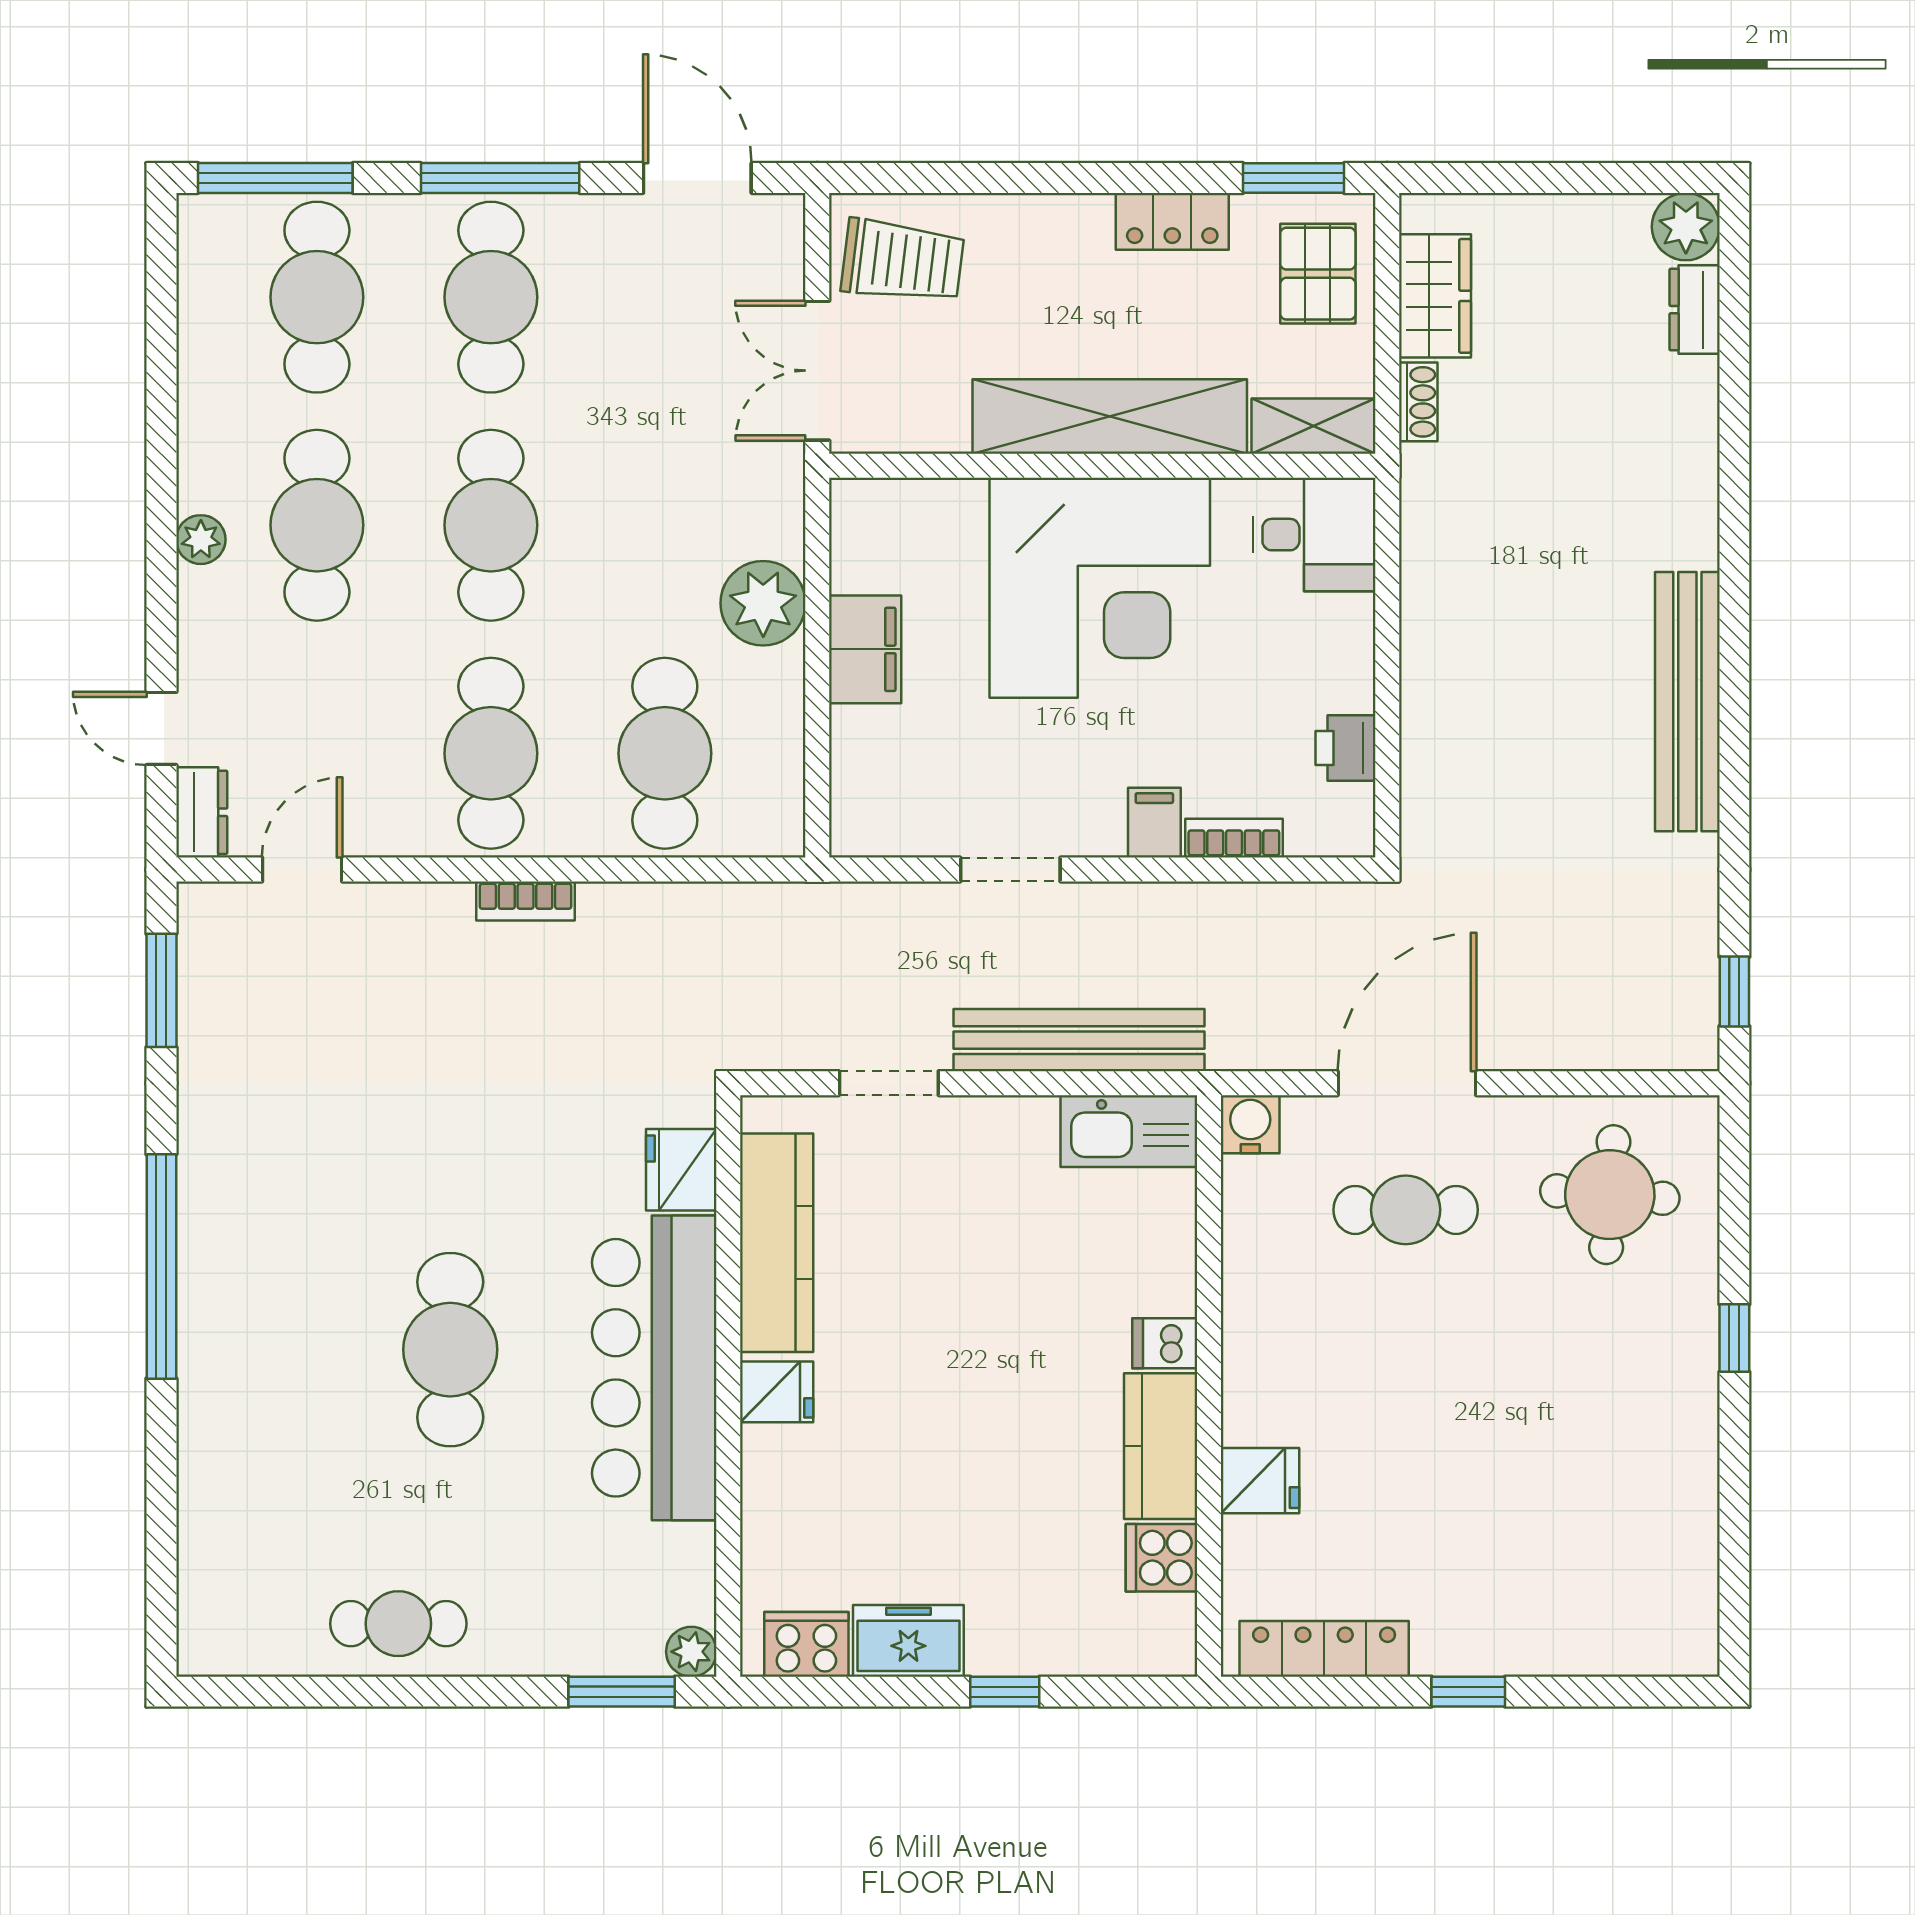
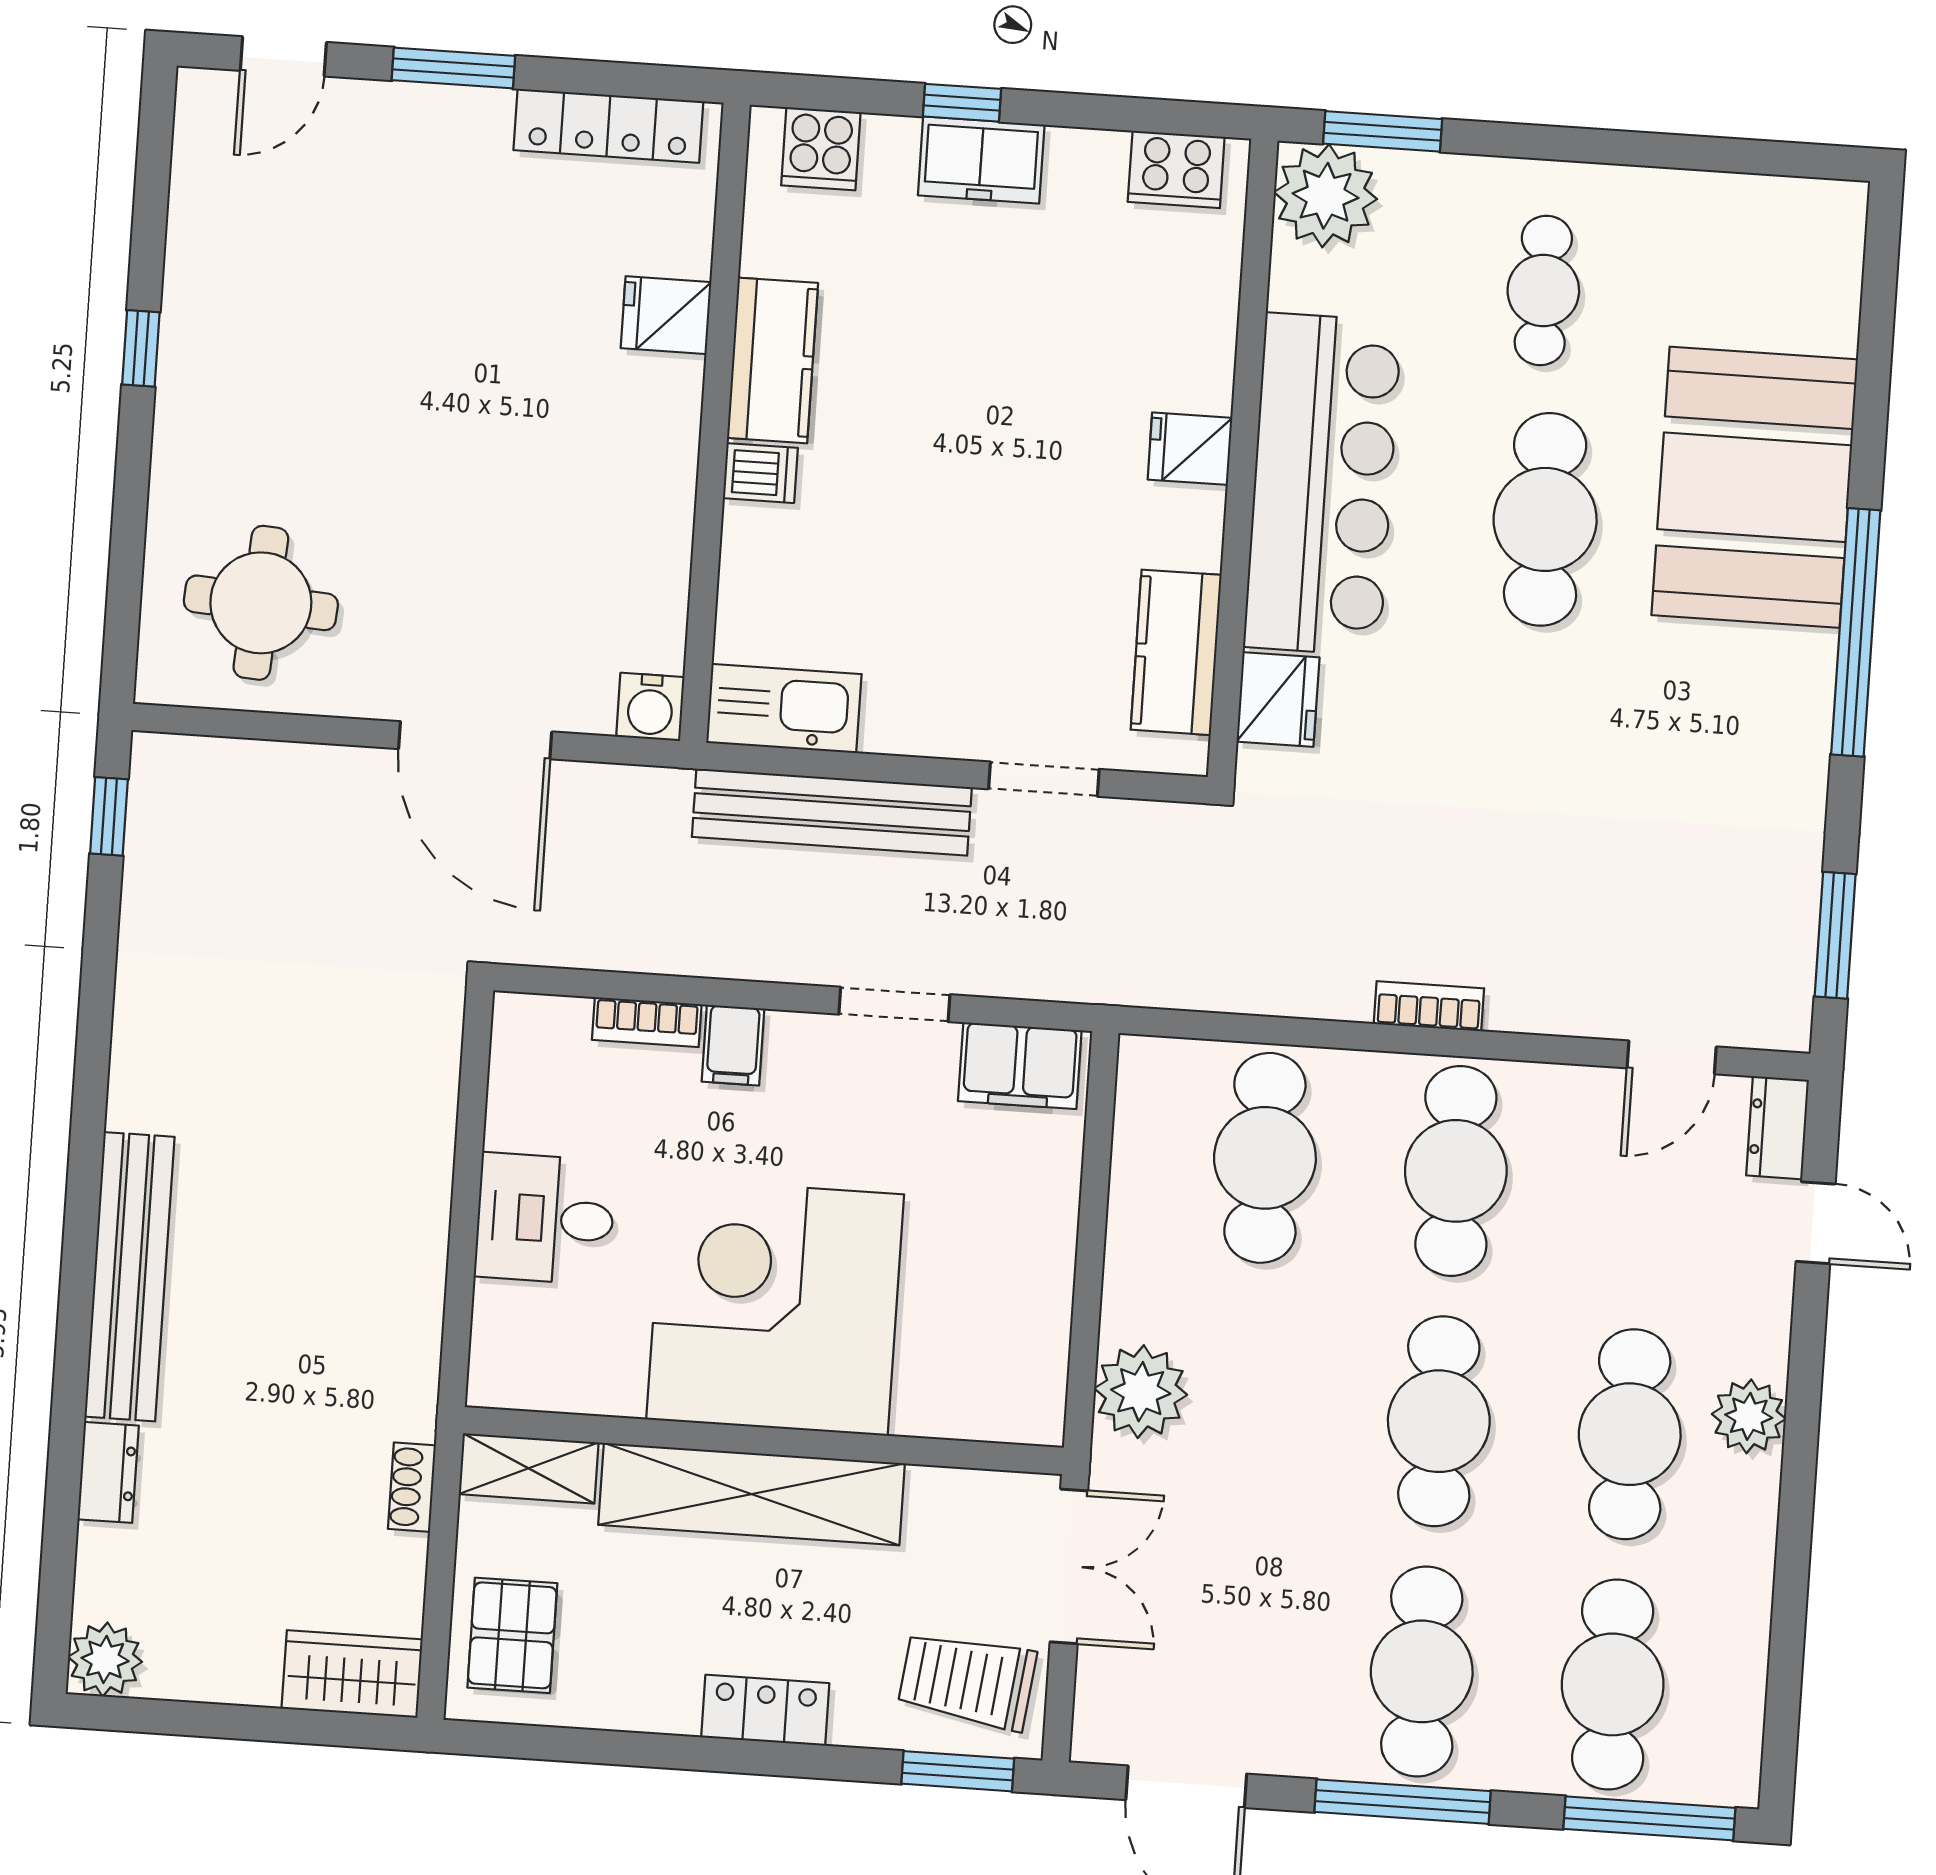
window: (1294, 178) -> (958, 1771), moved
locker: (1172, 221) -> (765, 1710), moved
wardrobe: (1435, 296) -> (352, 1674), moved, turned 90
dresser: (1695, 310) -> (108, 1472), moved
desk: (1314, 535) -> (545, 1219), moved
plant: (201, 540) -> (1749, 1416), width x1.38, depth x1.38
plant: (763, 603) -> (1141, 1392), moved
filing cabinet: (865, 649) -> (1020, 1066), moved, turned -90
bench: (1687, 702) -> (129, 1277), moved
printer: (1345, 748) -> (518, 1113), removed
door: (1407, 1083) -> (475, 740), hinge flipped
cafe table: (1406, 1210) -> (486, 601), removed
kitchen counter: (777, 1243) -> (1176, 652), width x0.67
window: (1734, 1338) -> (141, 348), moved
booth: (262, 1392) -> (1755, 487), added
cooker: (1162, 1558) -> (821, 149), moved, turned 90
cafe table: (398, 1624) -> (1543, 290), moved, turned 90
freezer: (908, 1641) -> (981, 160), moved
plant: (691, 1652) -> (1326, 196), width x1.88, depth x1.88
window: (1468, 1692) -> (453, 68), width x1.50
door: (1623, 1692) -> (283, 56), added

